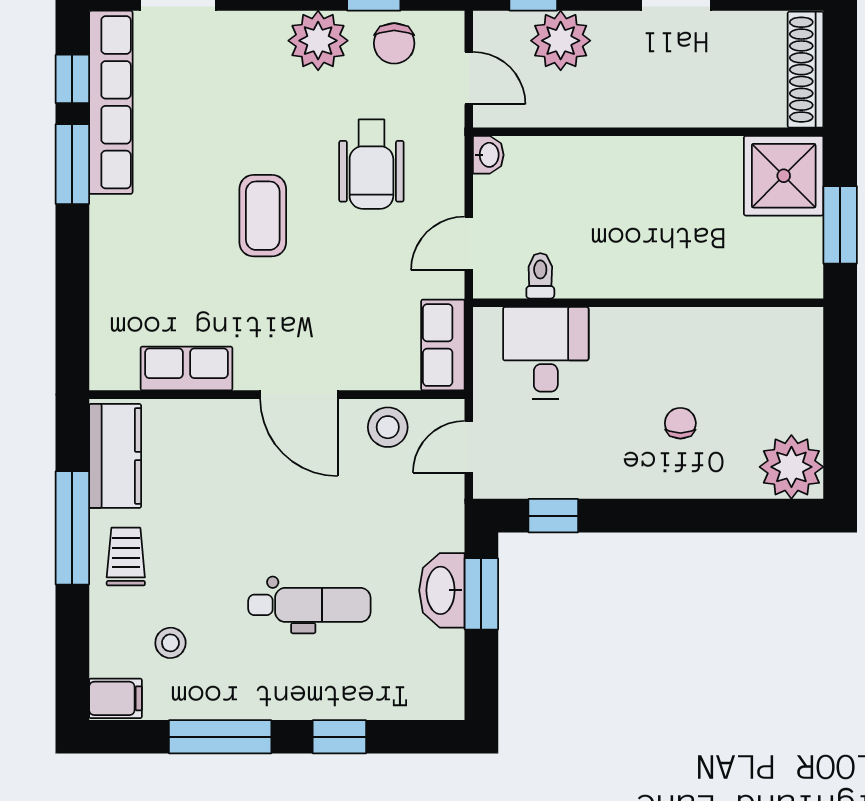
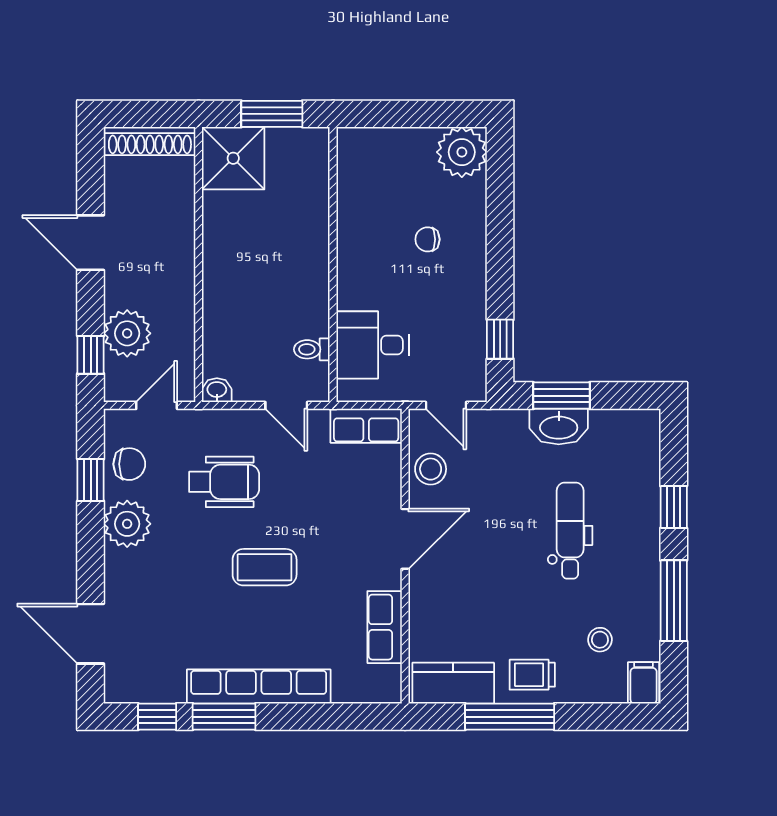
row of seats: (111, 102) -> (259, 686), moved

